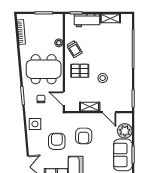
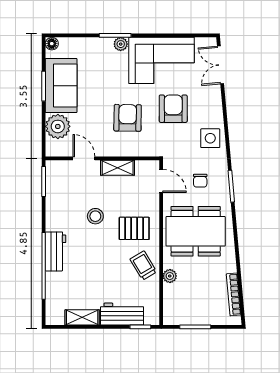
workbench: (126, 57) -> (56, 251), added
armchair: (57, 141) -> (173, 109), turned 180

